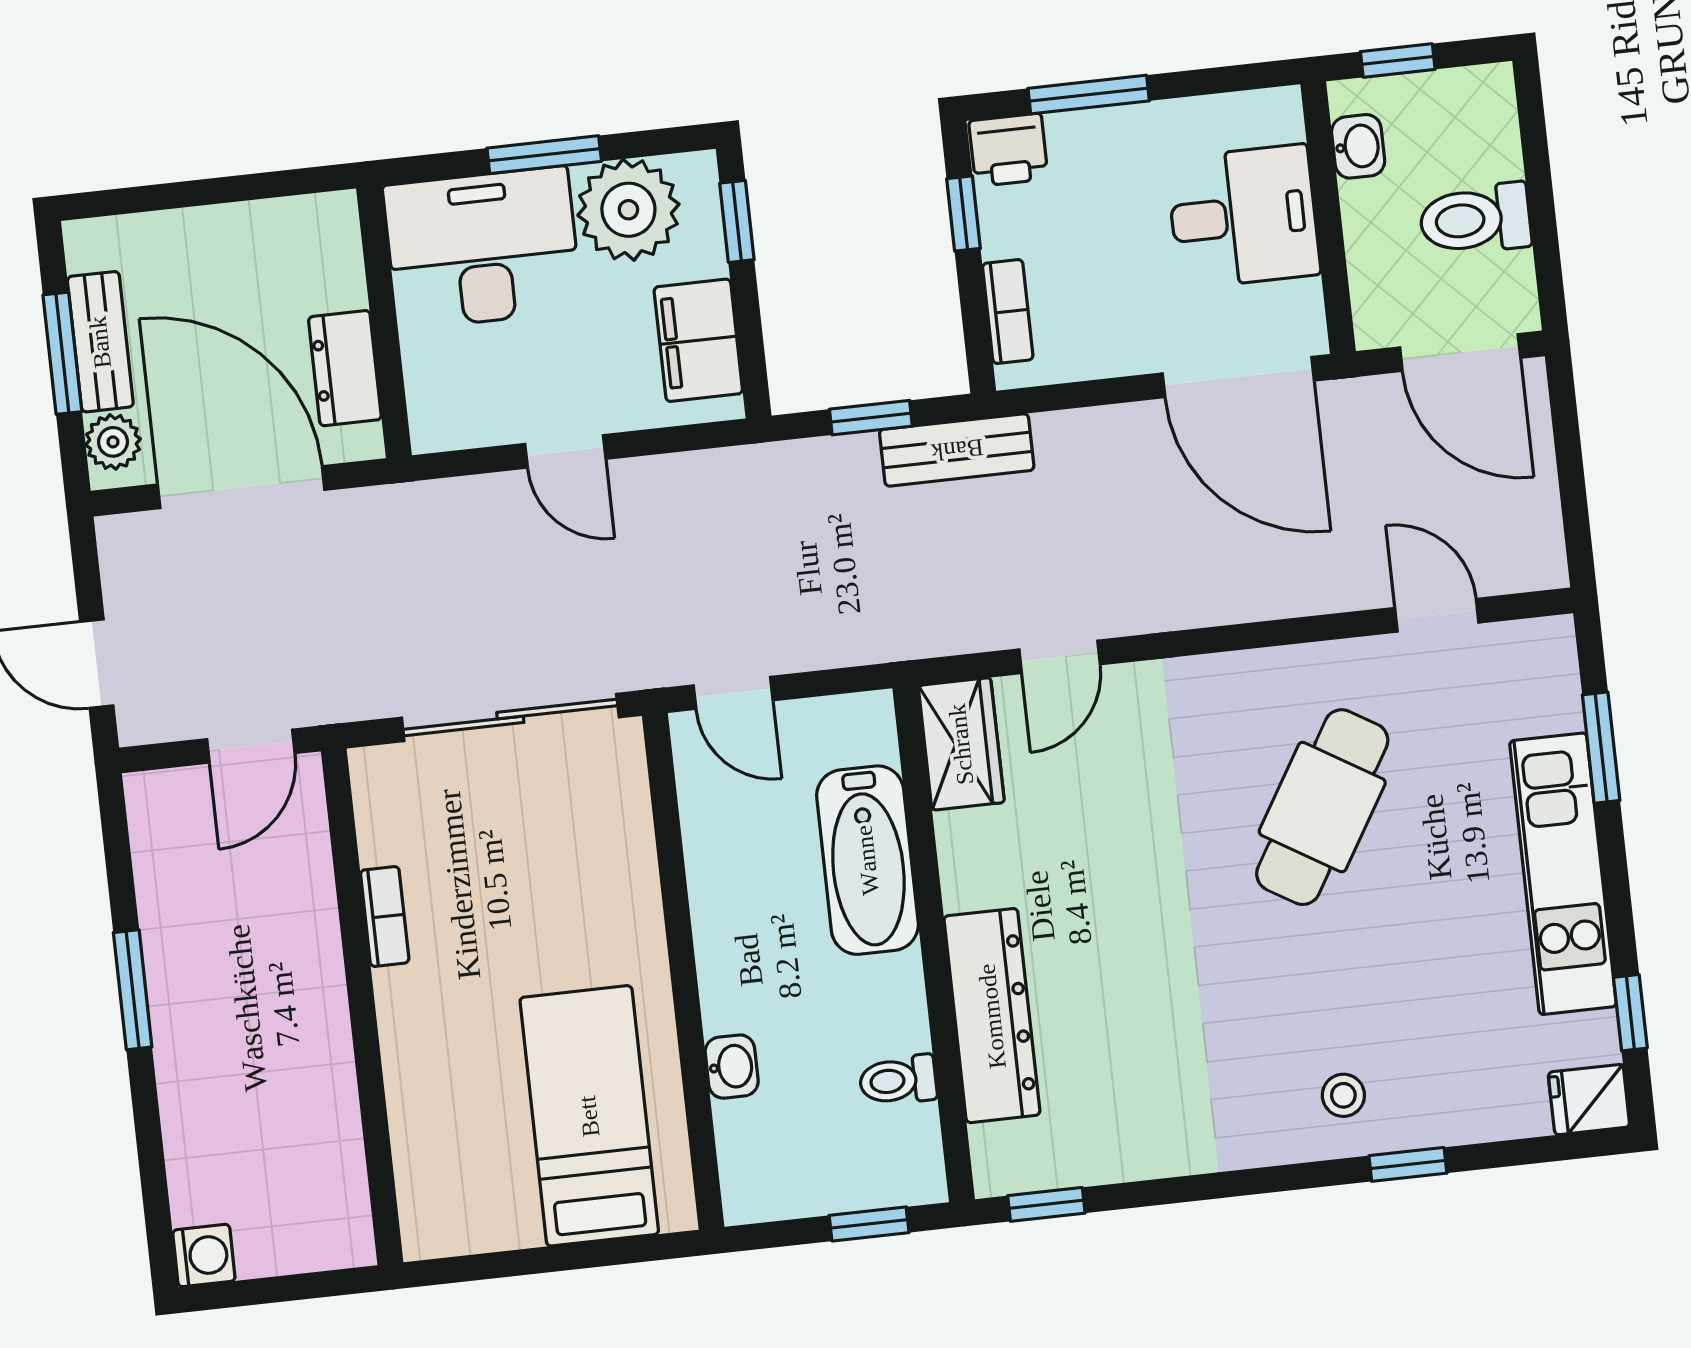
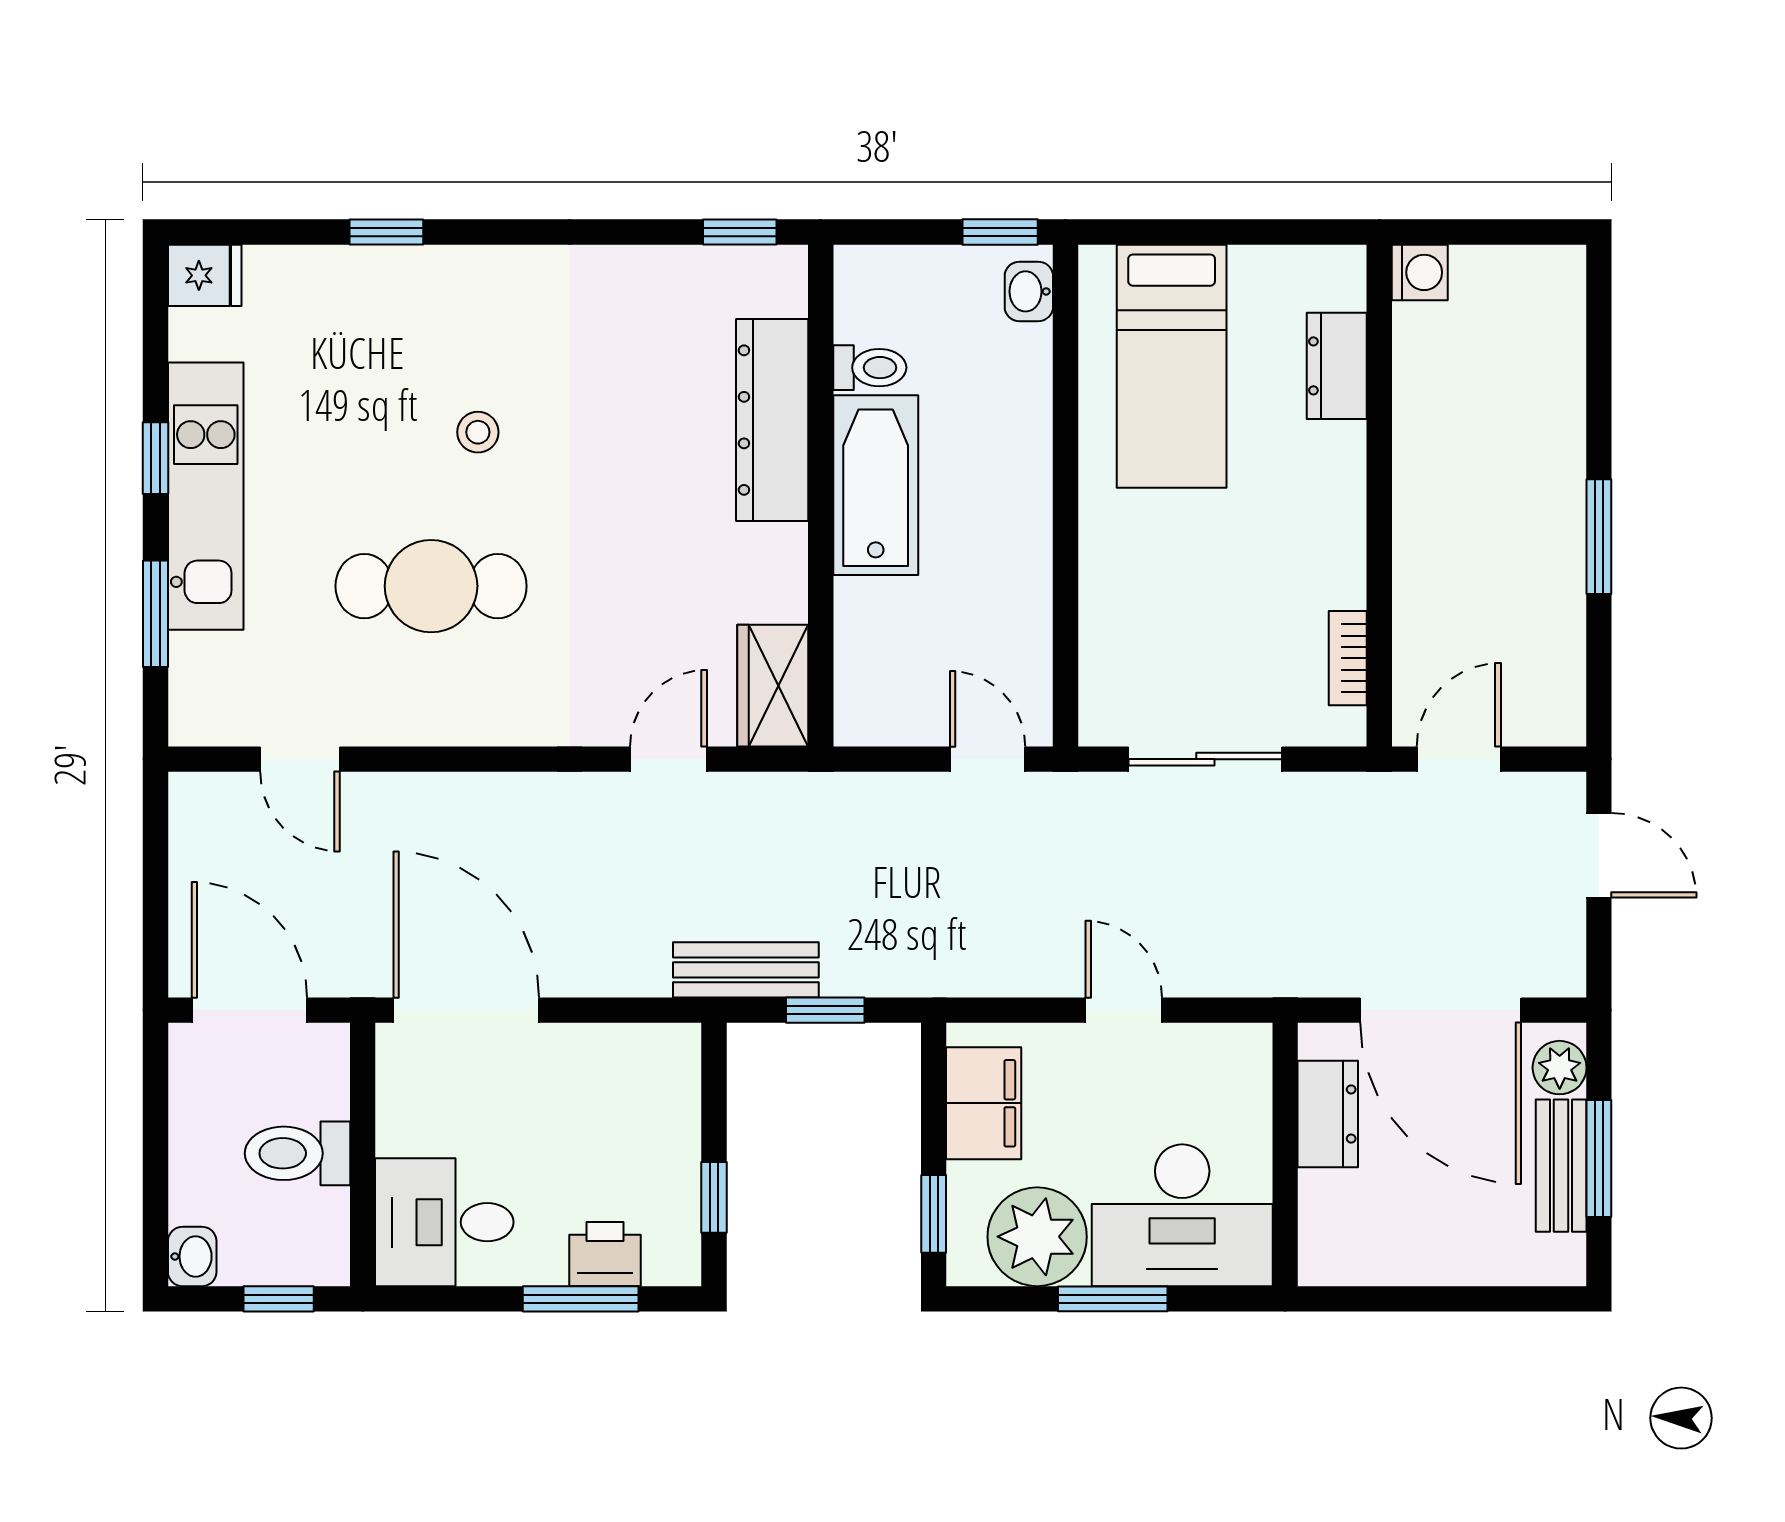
washbasin: (1358, 146) -> (192, 1256), moved, turned 180
printer: (1008, 150) -> (605, 1254), moved
desk: (1243, 216) -> (444, 1222), moved
toilet: (1475, 219) -> (297, 1153), moved, turned 180
bookcase: (1008, 312) -> (682, 1098), removed
sliding door: (510, 717) -> (1205, 759), width x0.73
cafe table: (1322, 807) -> (431, 586), turned 59
bathtub: (867, 860) -> (876, 485), moved
bookcase: (385, 916) -> (1348, 658), moved
window: (1630, 1013) -> (155, 458), moved
washbasin: (732, 1067) -> (1029, 291), moved
stool: (1343, 1095) -> (478, 432), moved
dresser: (420, 1135) -> (1337, 366), added
window: (869, 1224) -> (1000, 232), moved
washing machine: (204, 1256) -> (1420, 272), moved, turned 180

